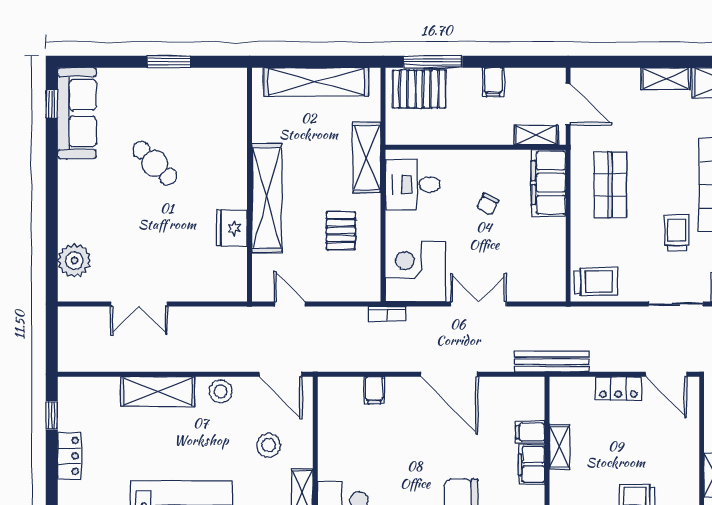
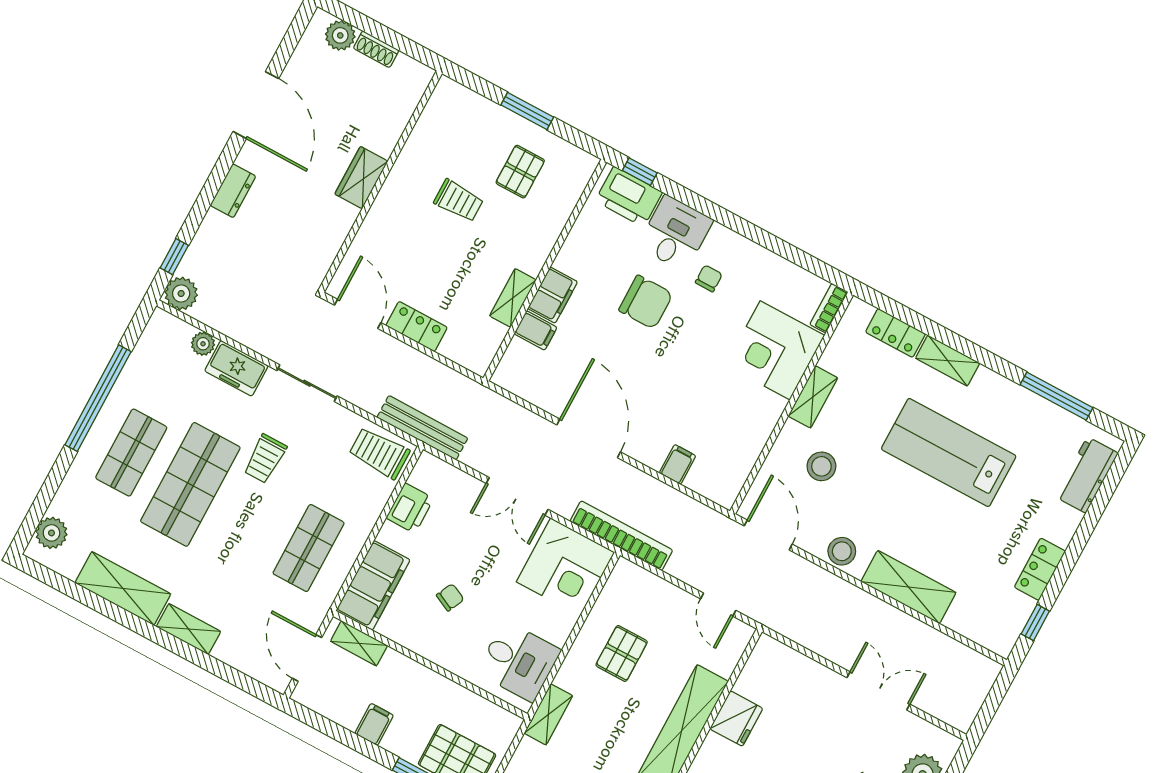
shelving: (367, 157) -> (548, 714), width x0.67, depth x0.75
printer: (552, 253) -> (410, 508), added
bookcase: (387, 314) -> (621, 536), width x2.31, depth x1.31
bench: (552, 362) -> (422, 428), moved

